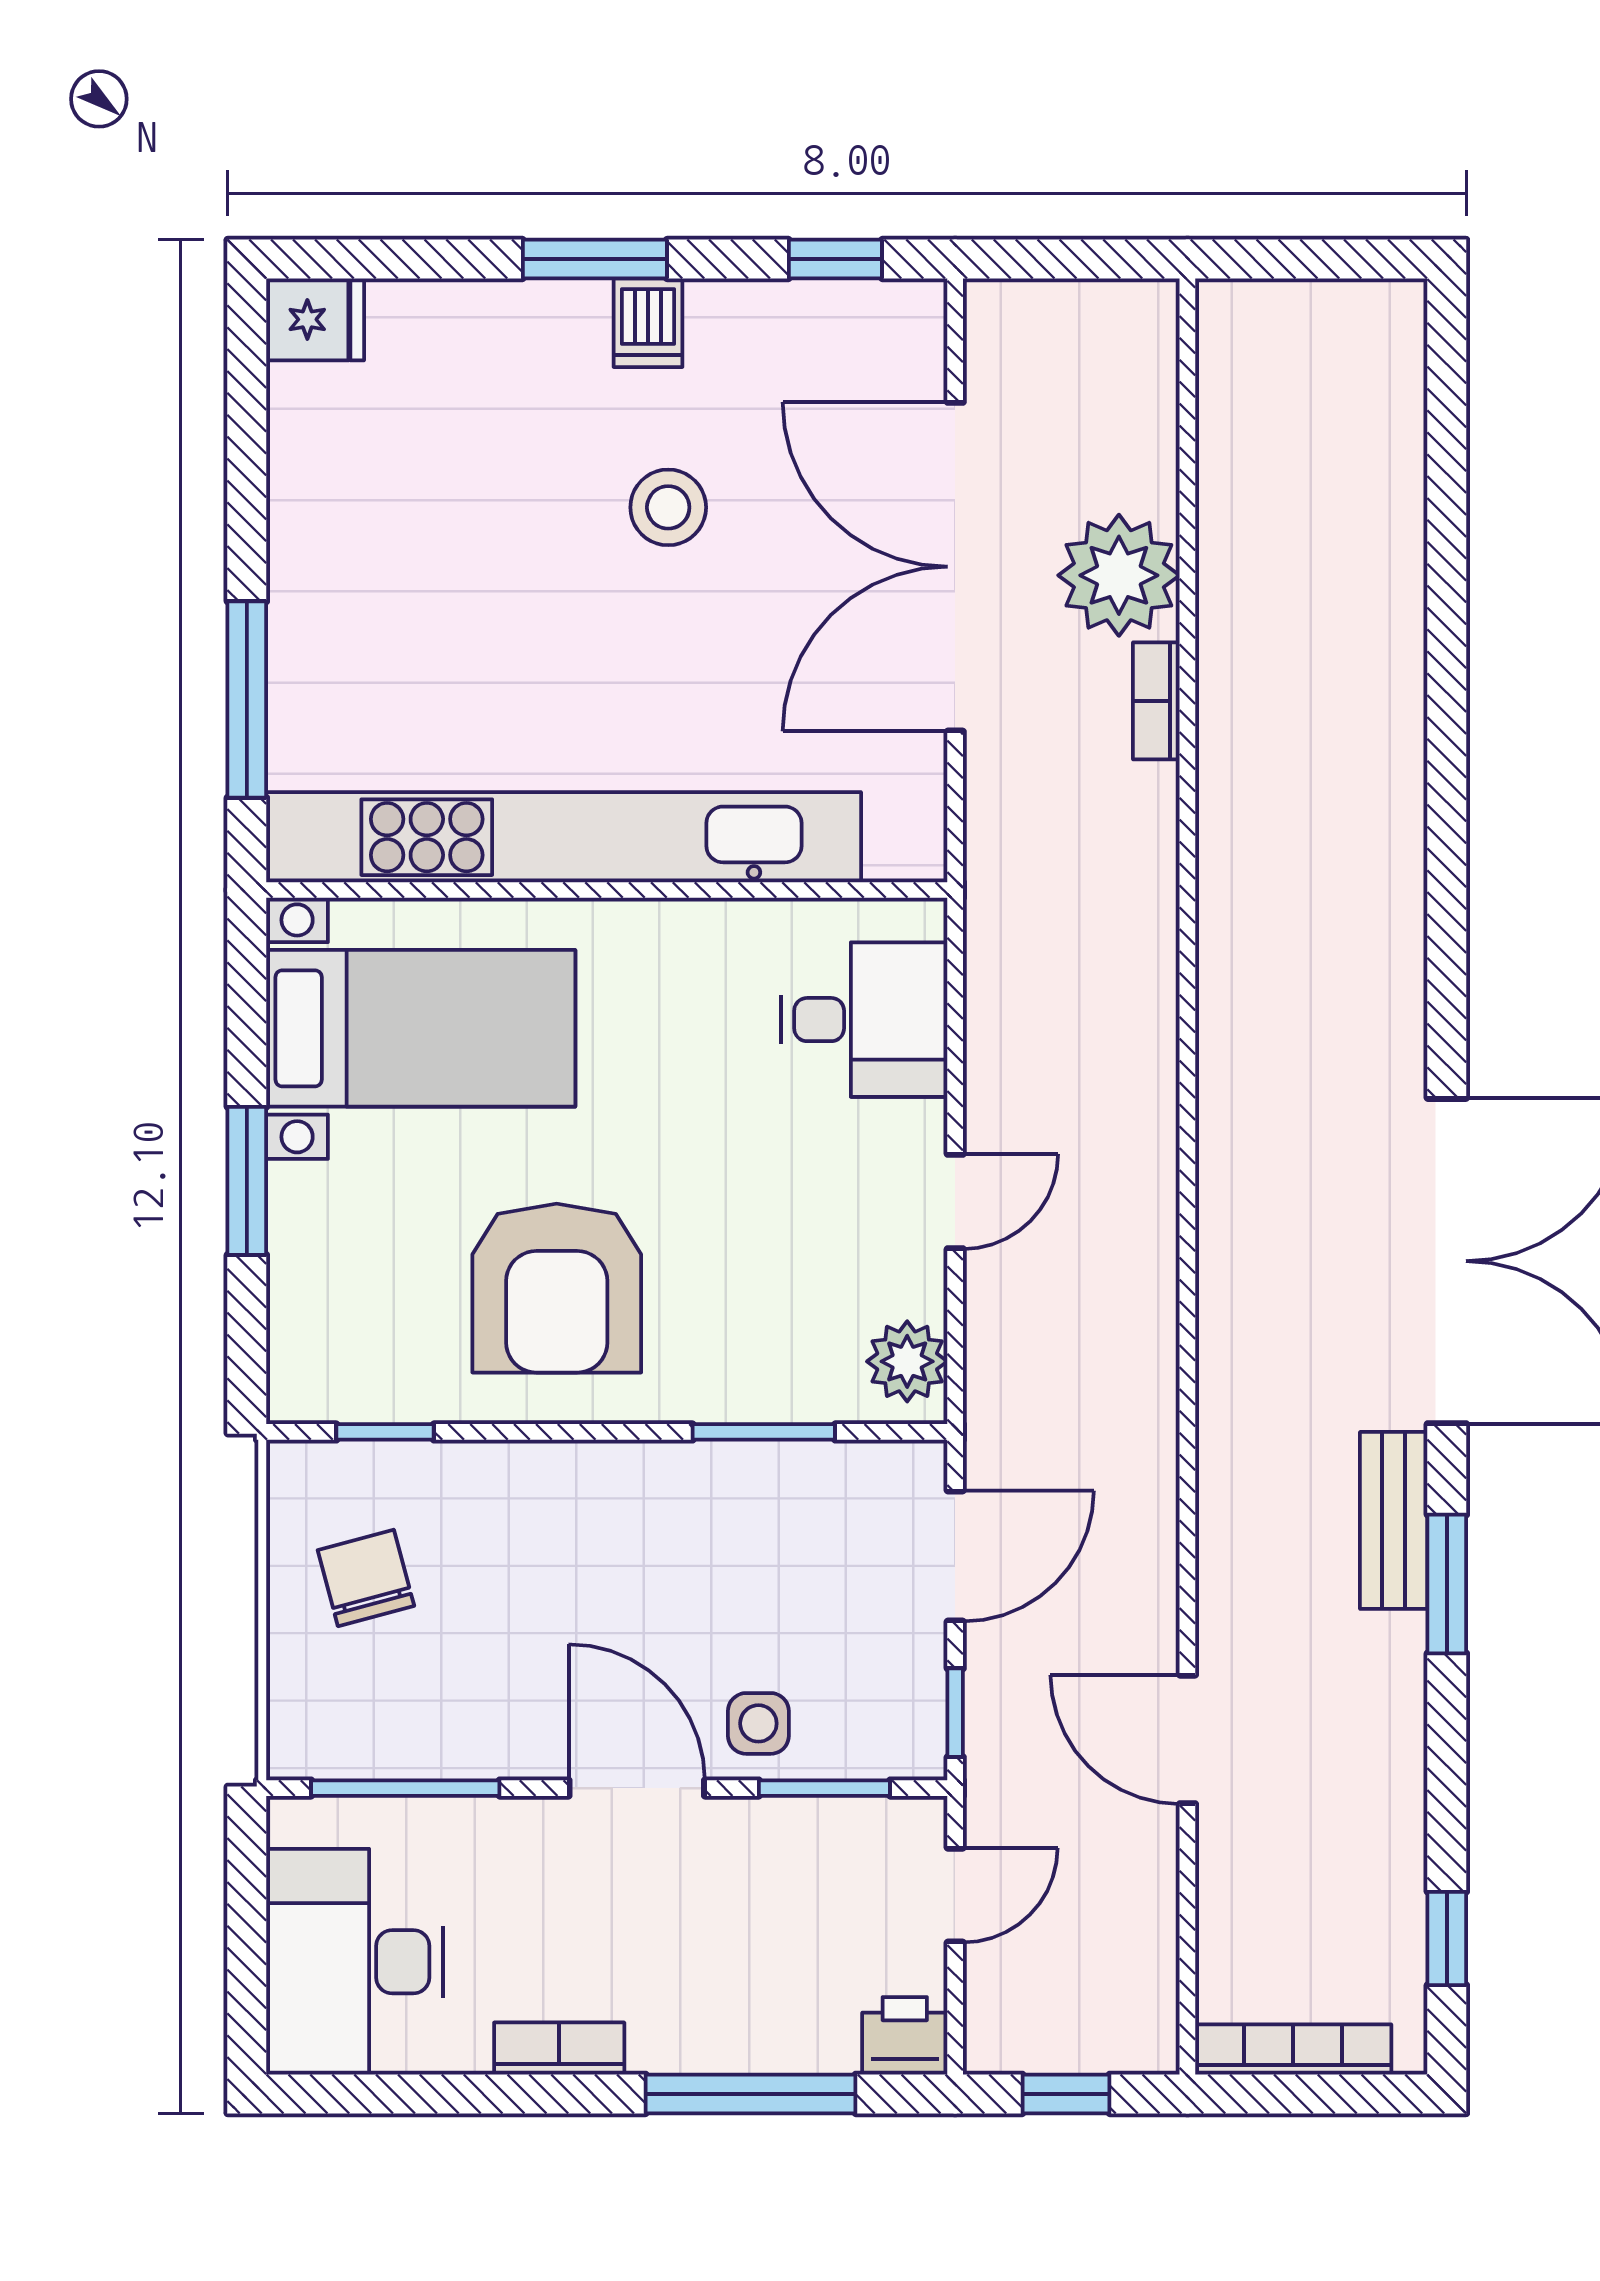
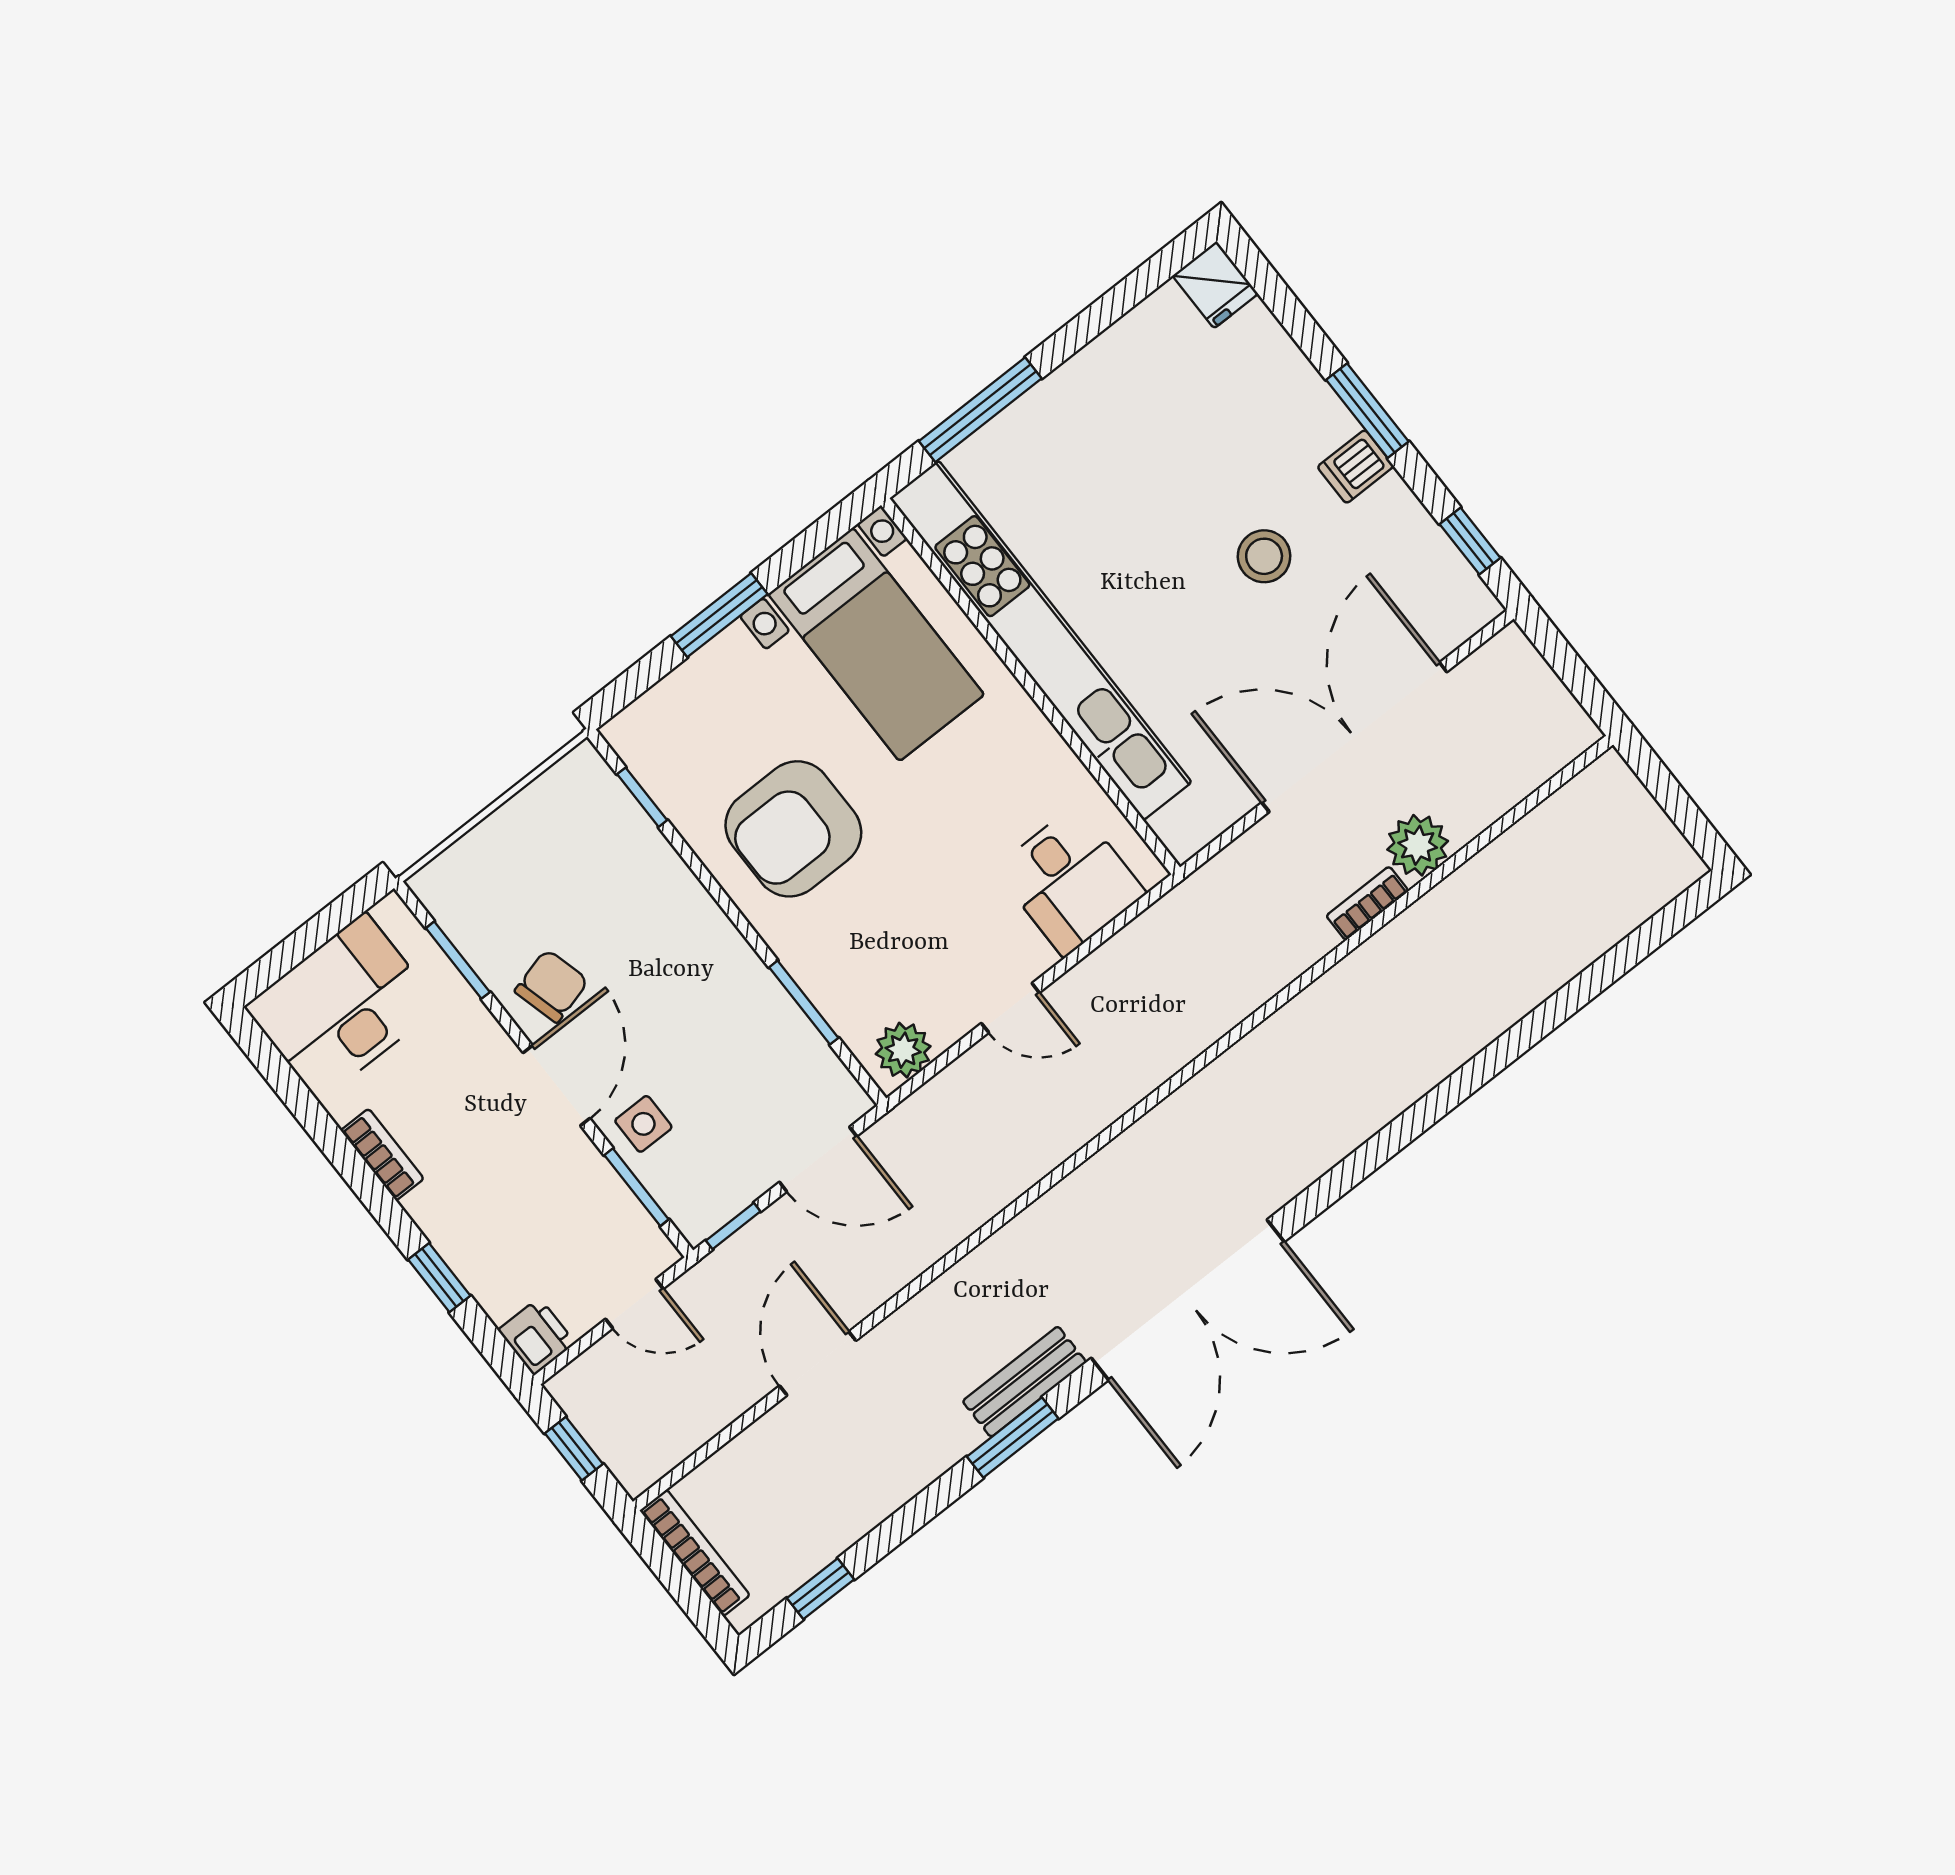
plant: (1119, 575) -> (1418, 845), width x0.73, depth x0.73
chair: (366, 1578) -> (552, 986), moved
window: (405, 1788) -> (458, 960), width x0.69
window: (751, 2094) -> (439, 1278), width x0.46

